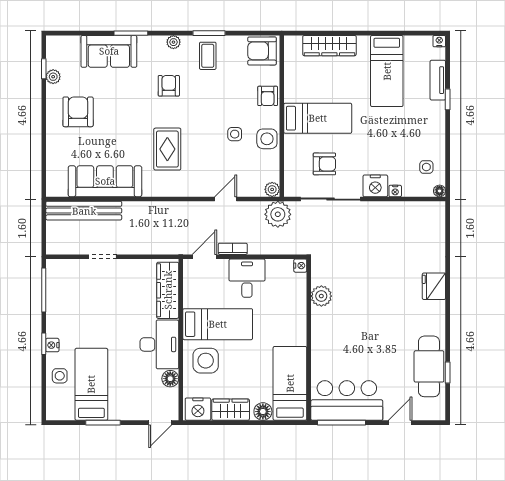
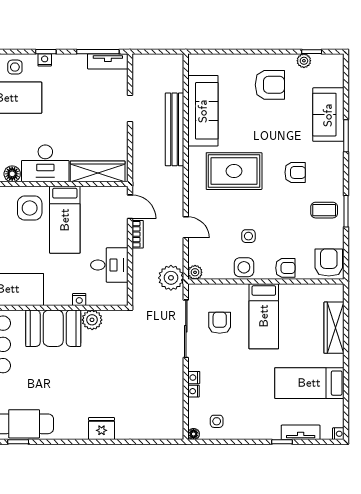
plant: (173, 42) -> (337, 177), removed
armchair: (268, 96) -> (285, 268), turned 180
rug: (167, 149) -> (234, 171), width x1.36, depth x1.43
armchair: (324, 164) -> (220, 323), turned 180
nightstand: (375, 186) -> (194, 378), width x0.53, depth x0.56
bench: (84, 211) -> (175, 129), moved
nightstand: (300, 266) -> (79, 299), moved
desk: (247, 278) -> (109, 265), moved
tv unit: (54, 280) -> (108, 61), added
booth: (330, 336) -> (53, 328), added

